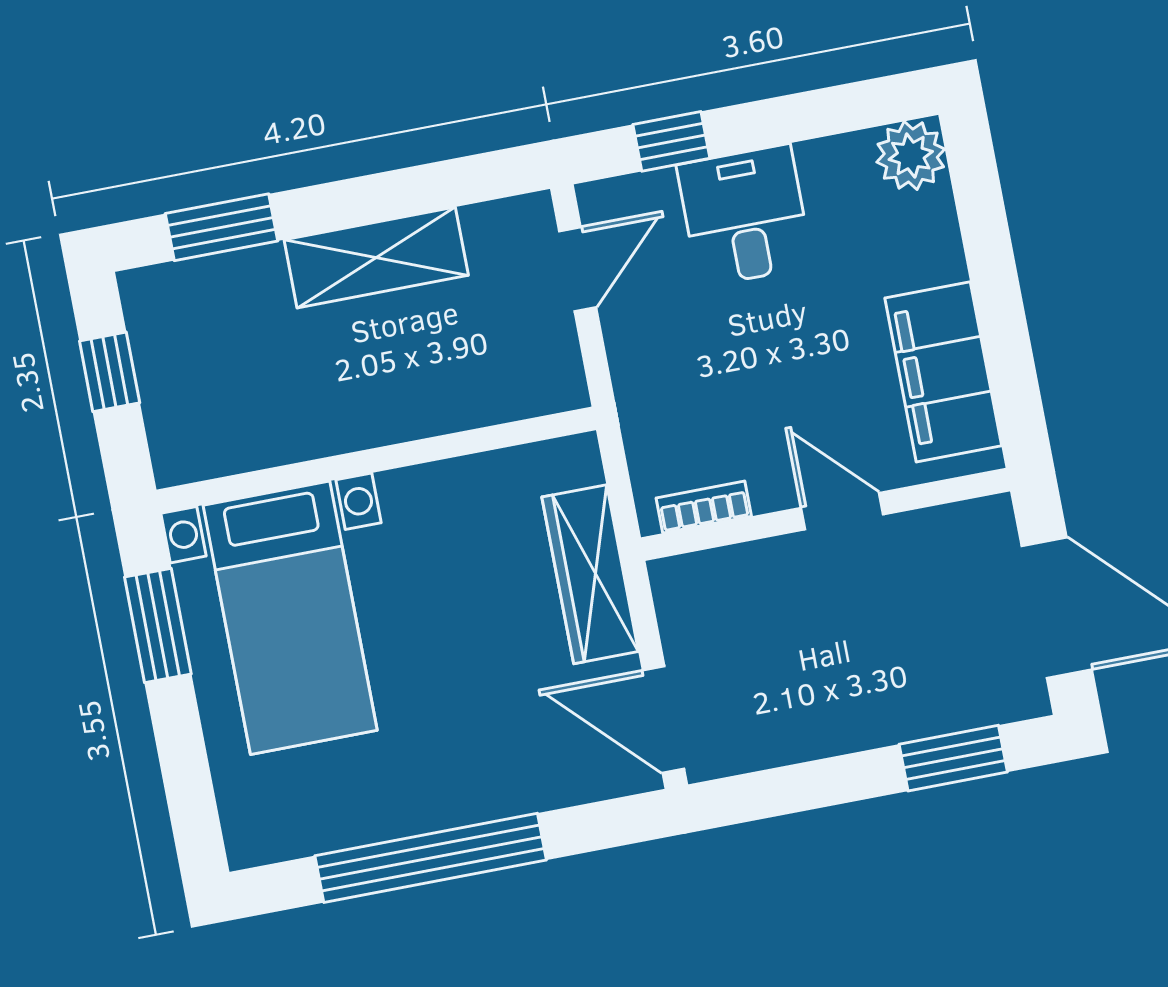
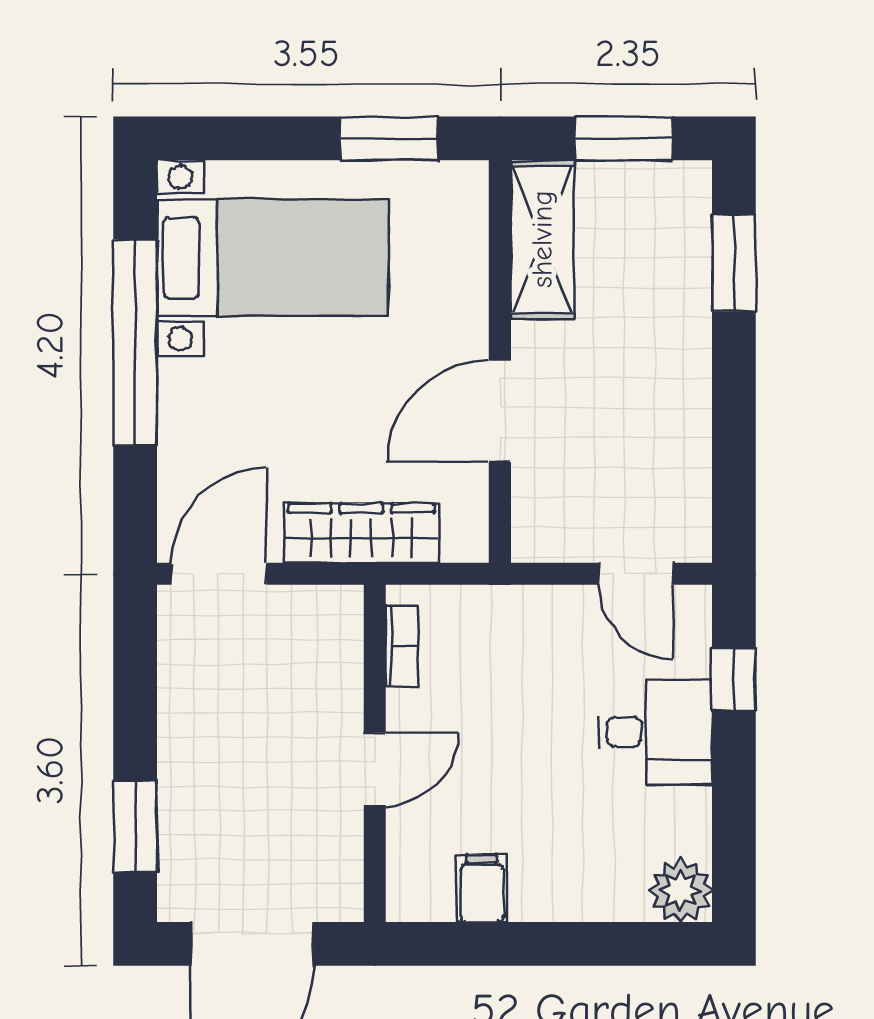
shelving: (376, 258) -> (542, 239), moved
window: (110, 372) -> (624, 138), width x1.50
filing cabinet: (943, 372) -> (482, 888), width x0.33, depth x0.86
door: (430, 450) -> (500, 411), added
bed with nightstands: (290, 618) -> (272, 258), moved, turned 180

